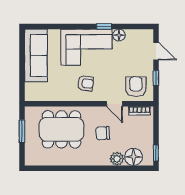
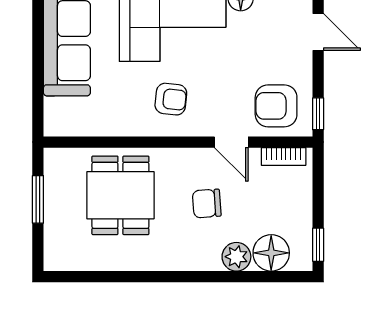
window: (156, 78) -> (318, 114), moved
armchair: (136, 87) -> (276, 106), turned -90
dining table: (61, 129) -> (120, 195), width x0.73

